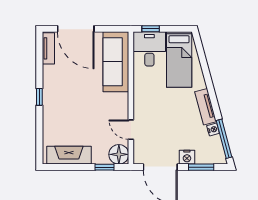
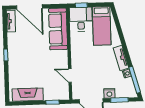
floor lamp: (119, 154) -> (62, 93), removed

